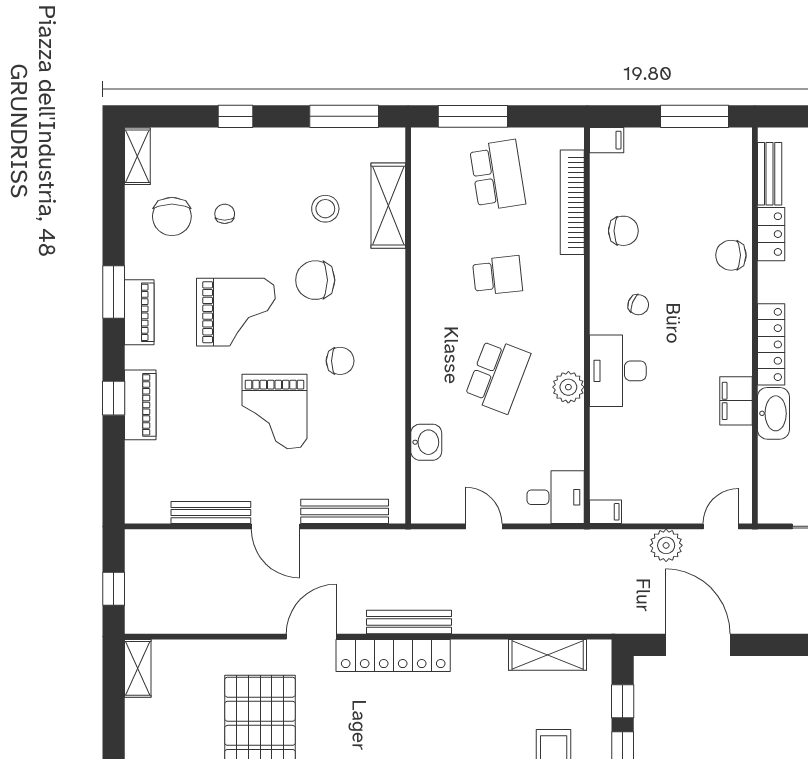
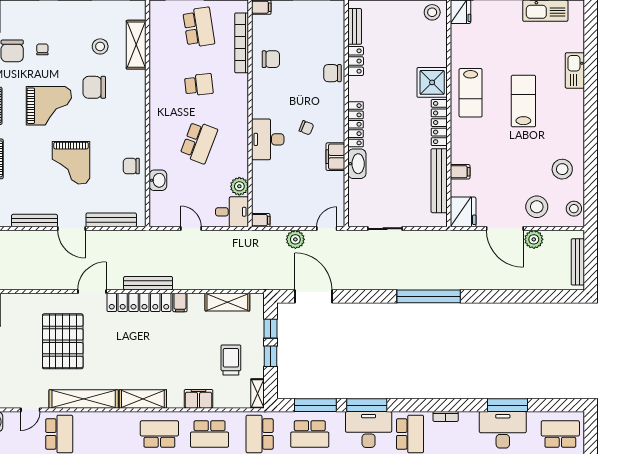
chair: (638, 305) -> (306, 128), moved
chair: (340, 361) -> (131, 166), moved, turned 180
plant: (568, 387) -> (239, 186), moved
filing cabinet: (465, 656) -> (180, 303), added

